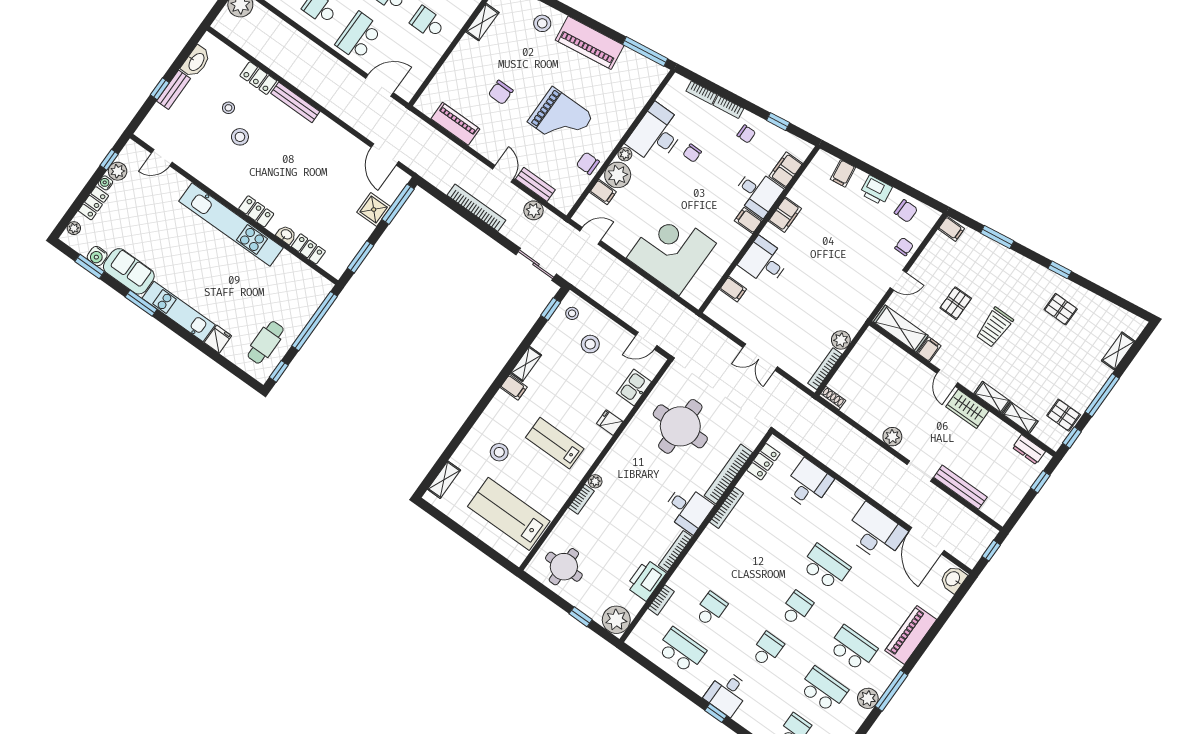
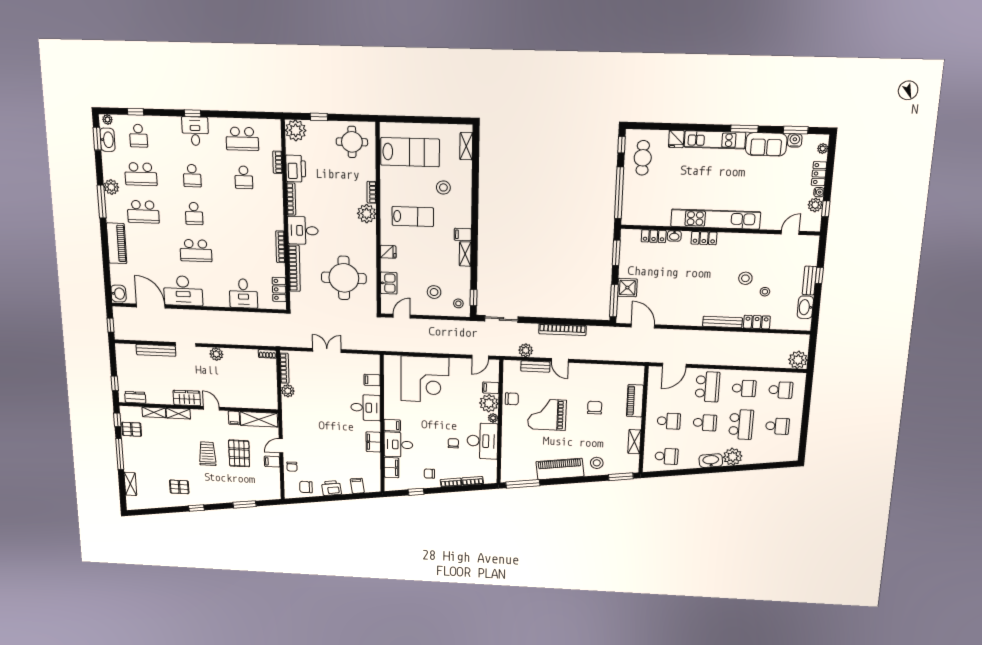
piano: (455, 124) -> (635, 401), moved, turned 90
filing cabinet: (951, 229) -> (272, 462), moved
pallet: (956, 303) -> (239, 453), width x1.50, depth x1.42
plant: (595, 481) -> (367, 214), width x1.88, depth x1.88

